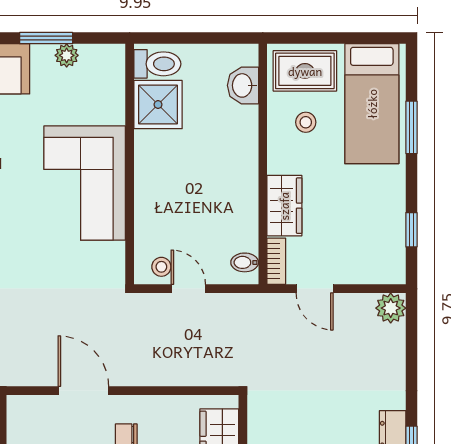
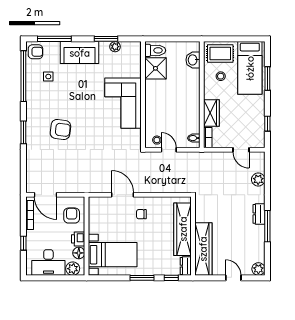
door: (315, 289) -> (241, 150), moved
plant: (391, 308) -> (258, 180), moved

